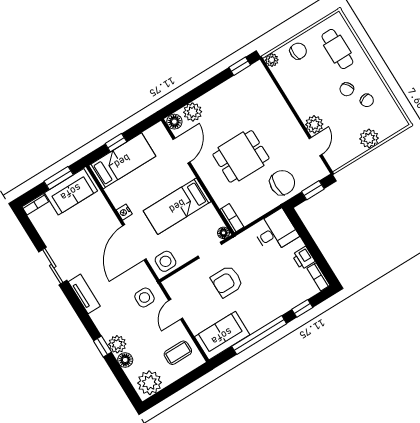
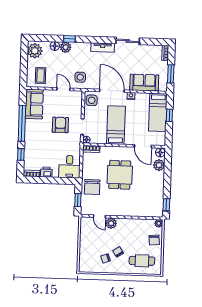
plant: (369, 138) -> (85, 247), removed
sofa: (71, 192) -> (144, 83), moved, turned 90

